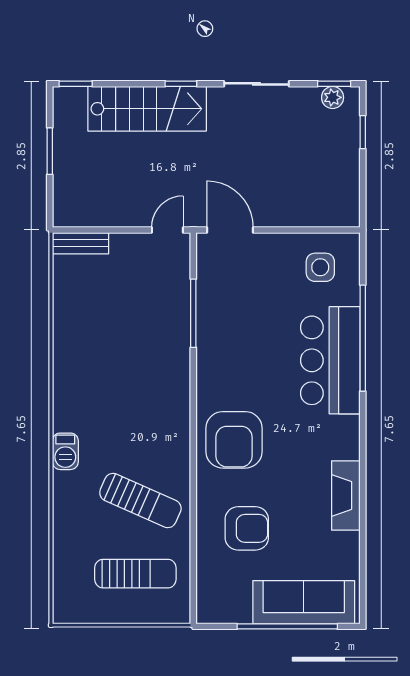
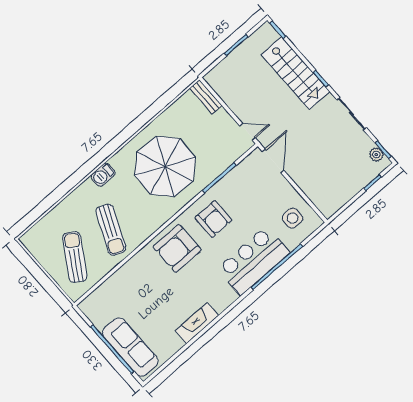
parasol: (121, 367) -> (165, 166), added
armchair: (247, 528) -> (213, 219), moved
sun lounger: (135, 574) -> (75, 257), turned -148

